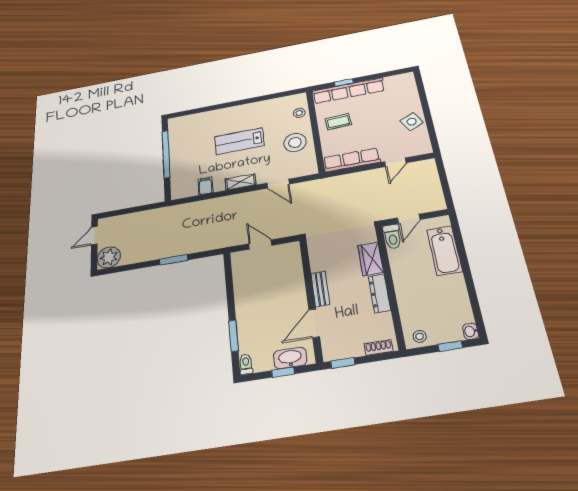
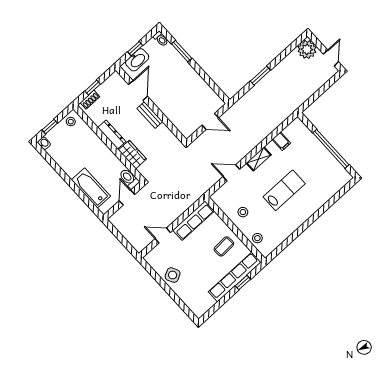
stool: (295, 142) -> (243, 212), width x0.53, depth x0.53
door: (395, 162) -> (163, 236), hinge flipped
window: (343, 363) -> (93, 88), moved

